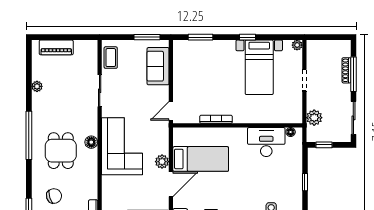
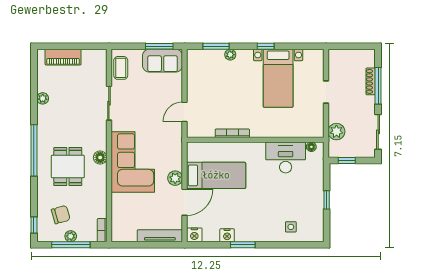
plant: (297, 45) -> (230, 55), moved
sofa: (158, 66) -> (163, 61), moved, turned -90
door: (171, 111) -> (185, 112), moved

